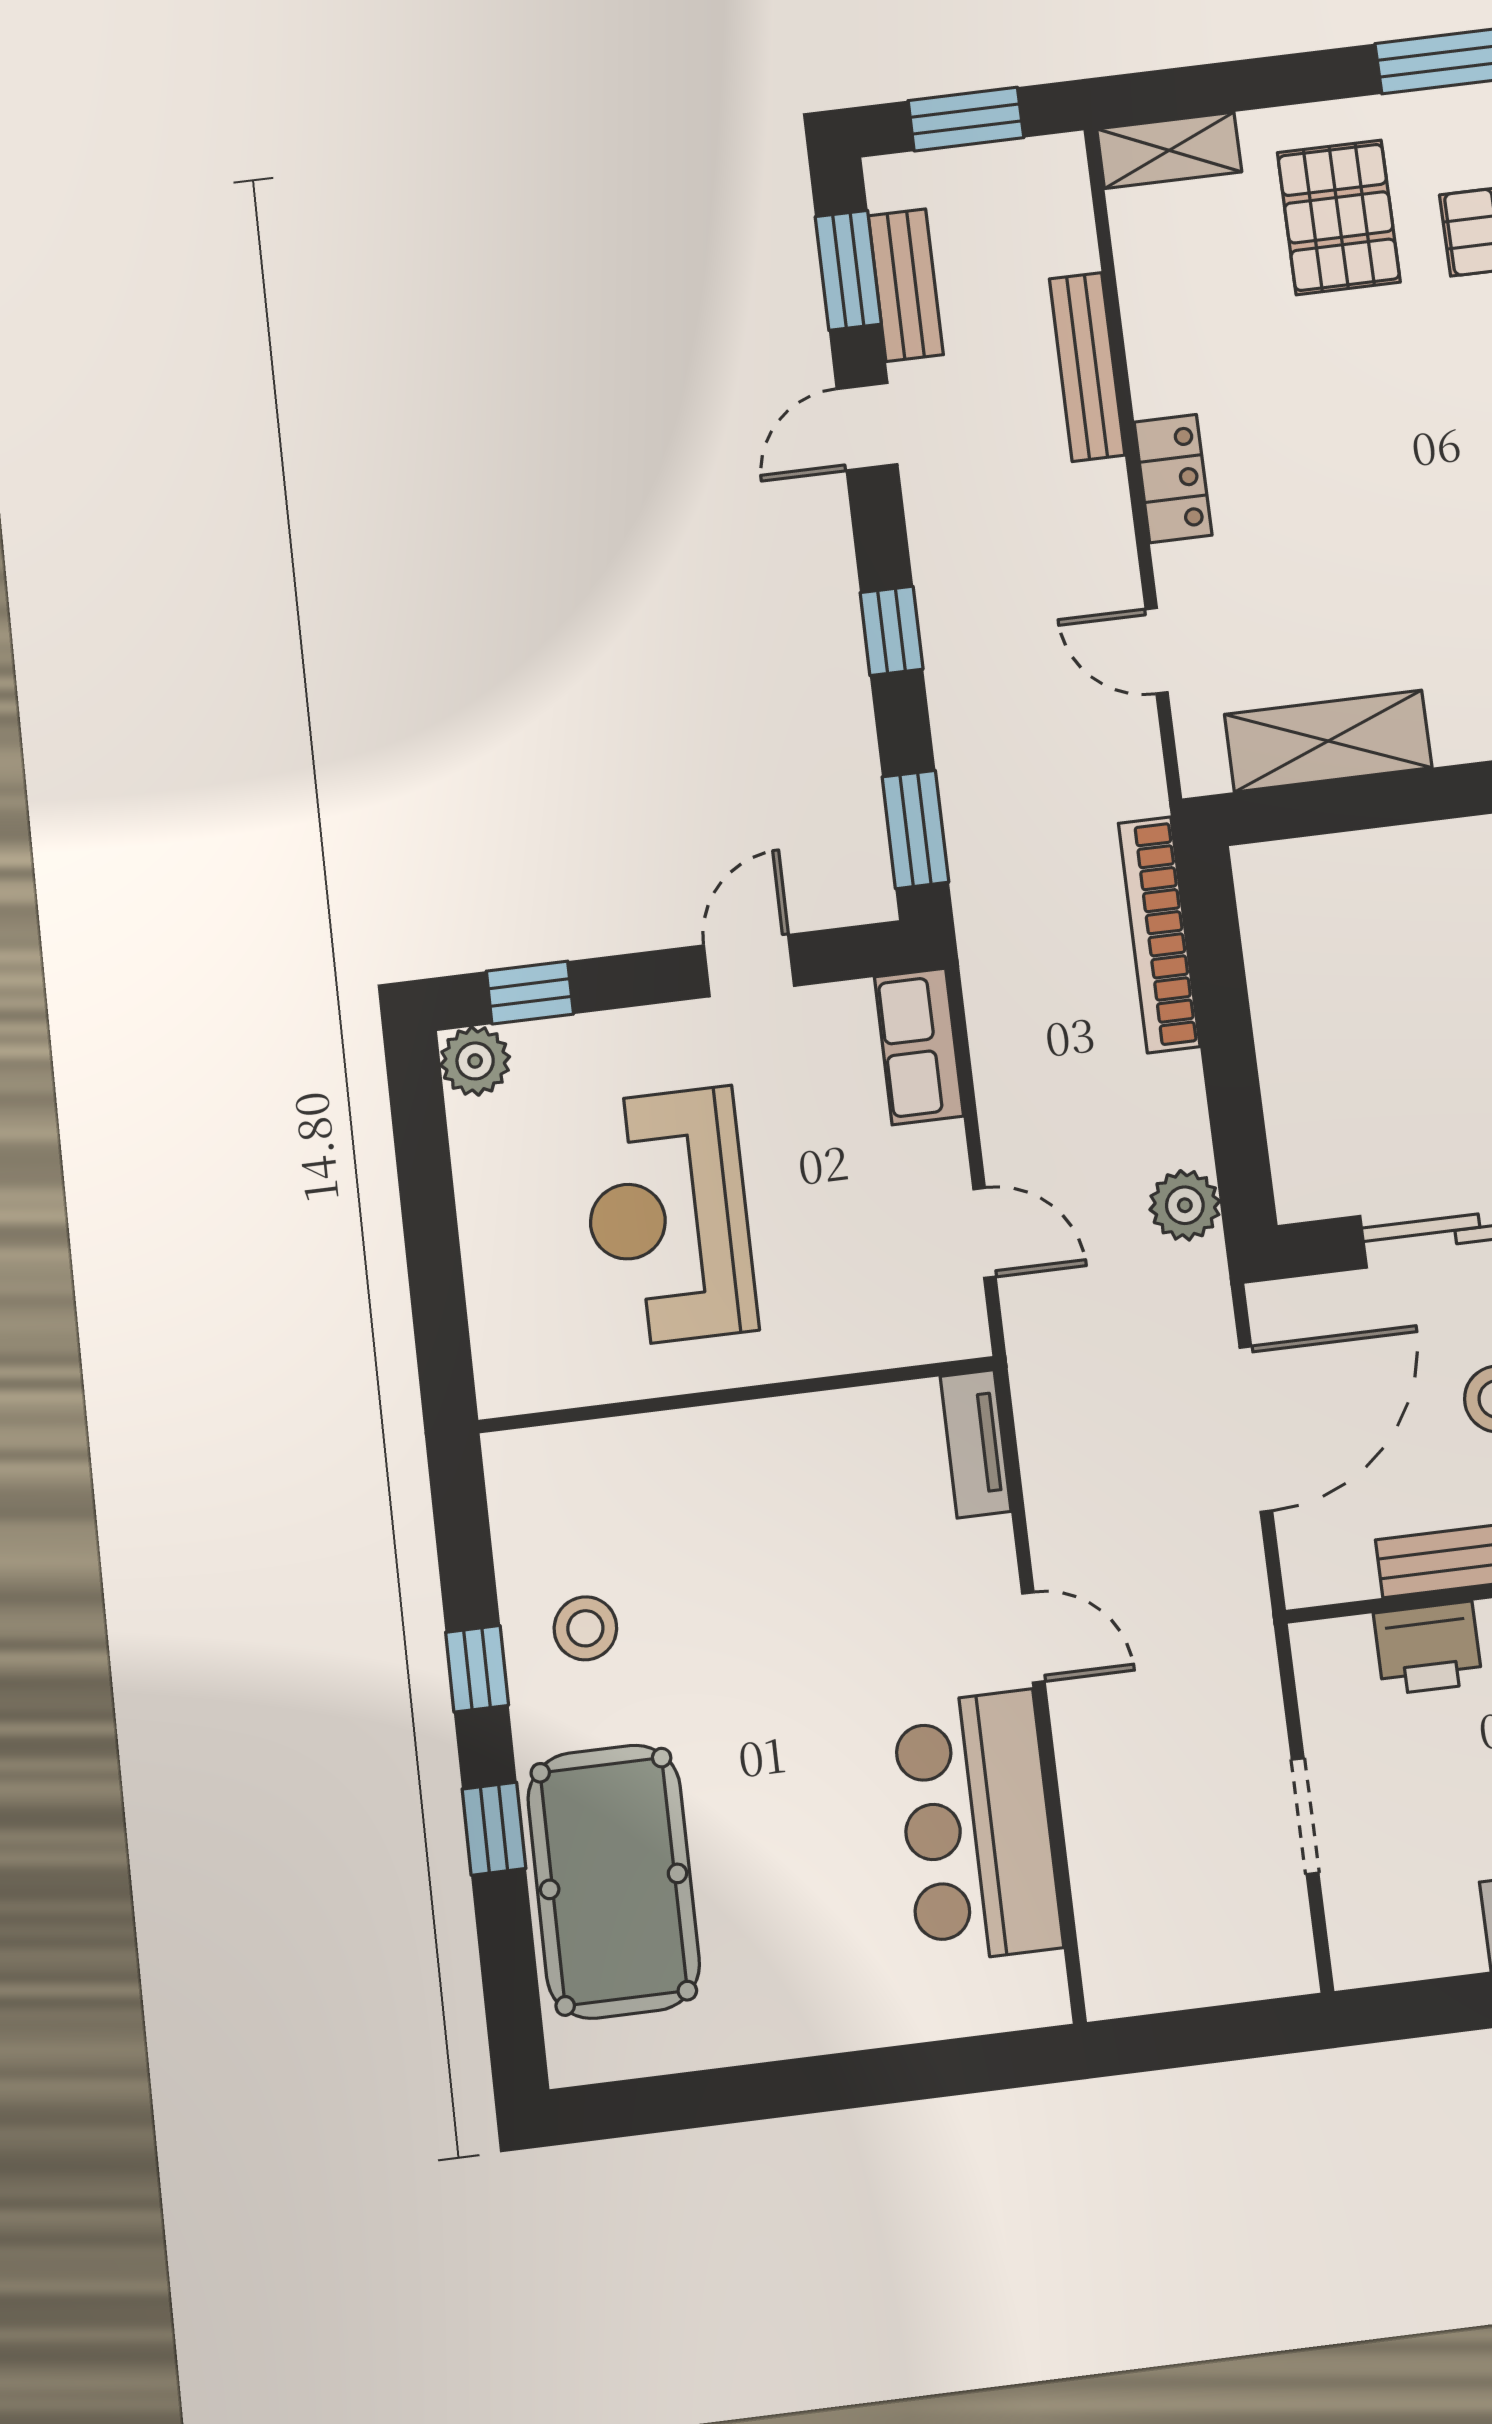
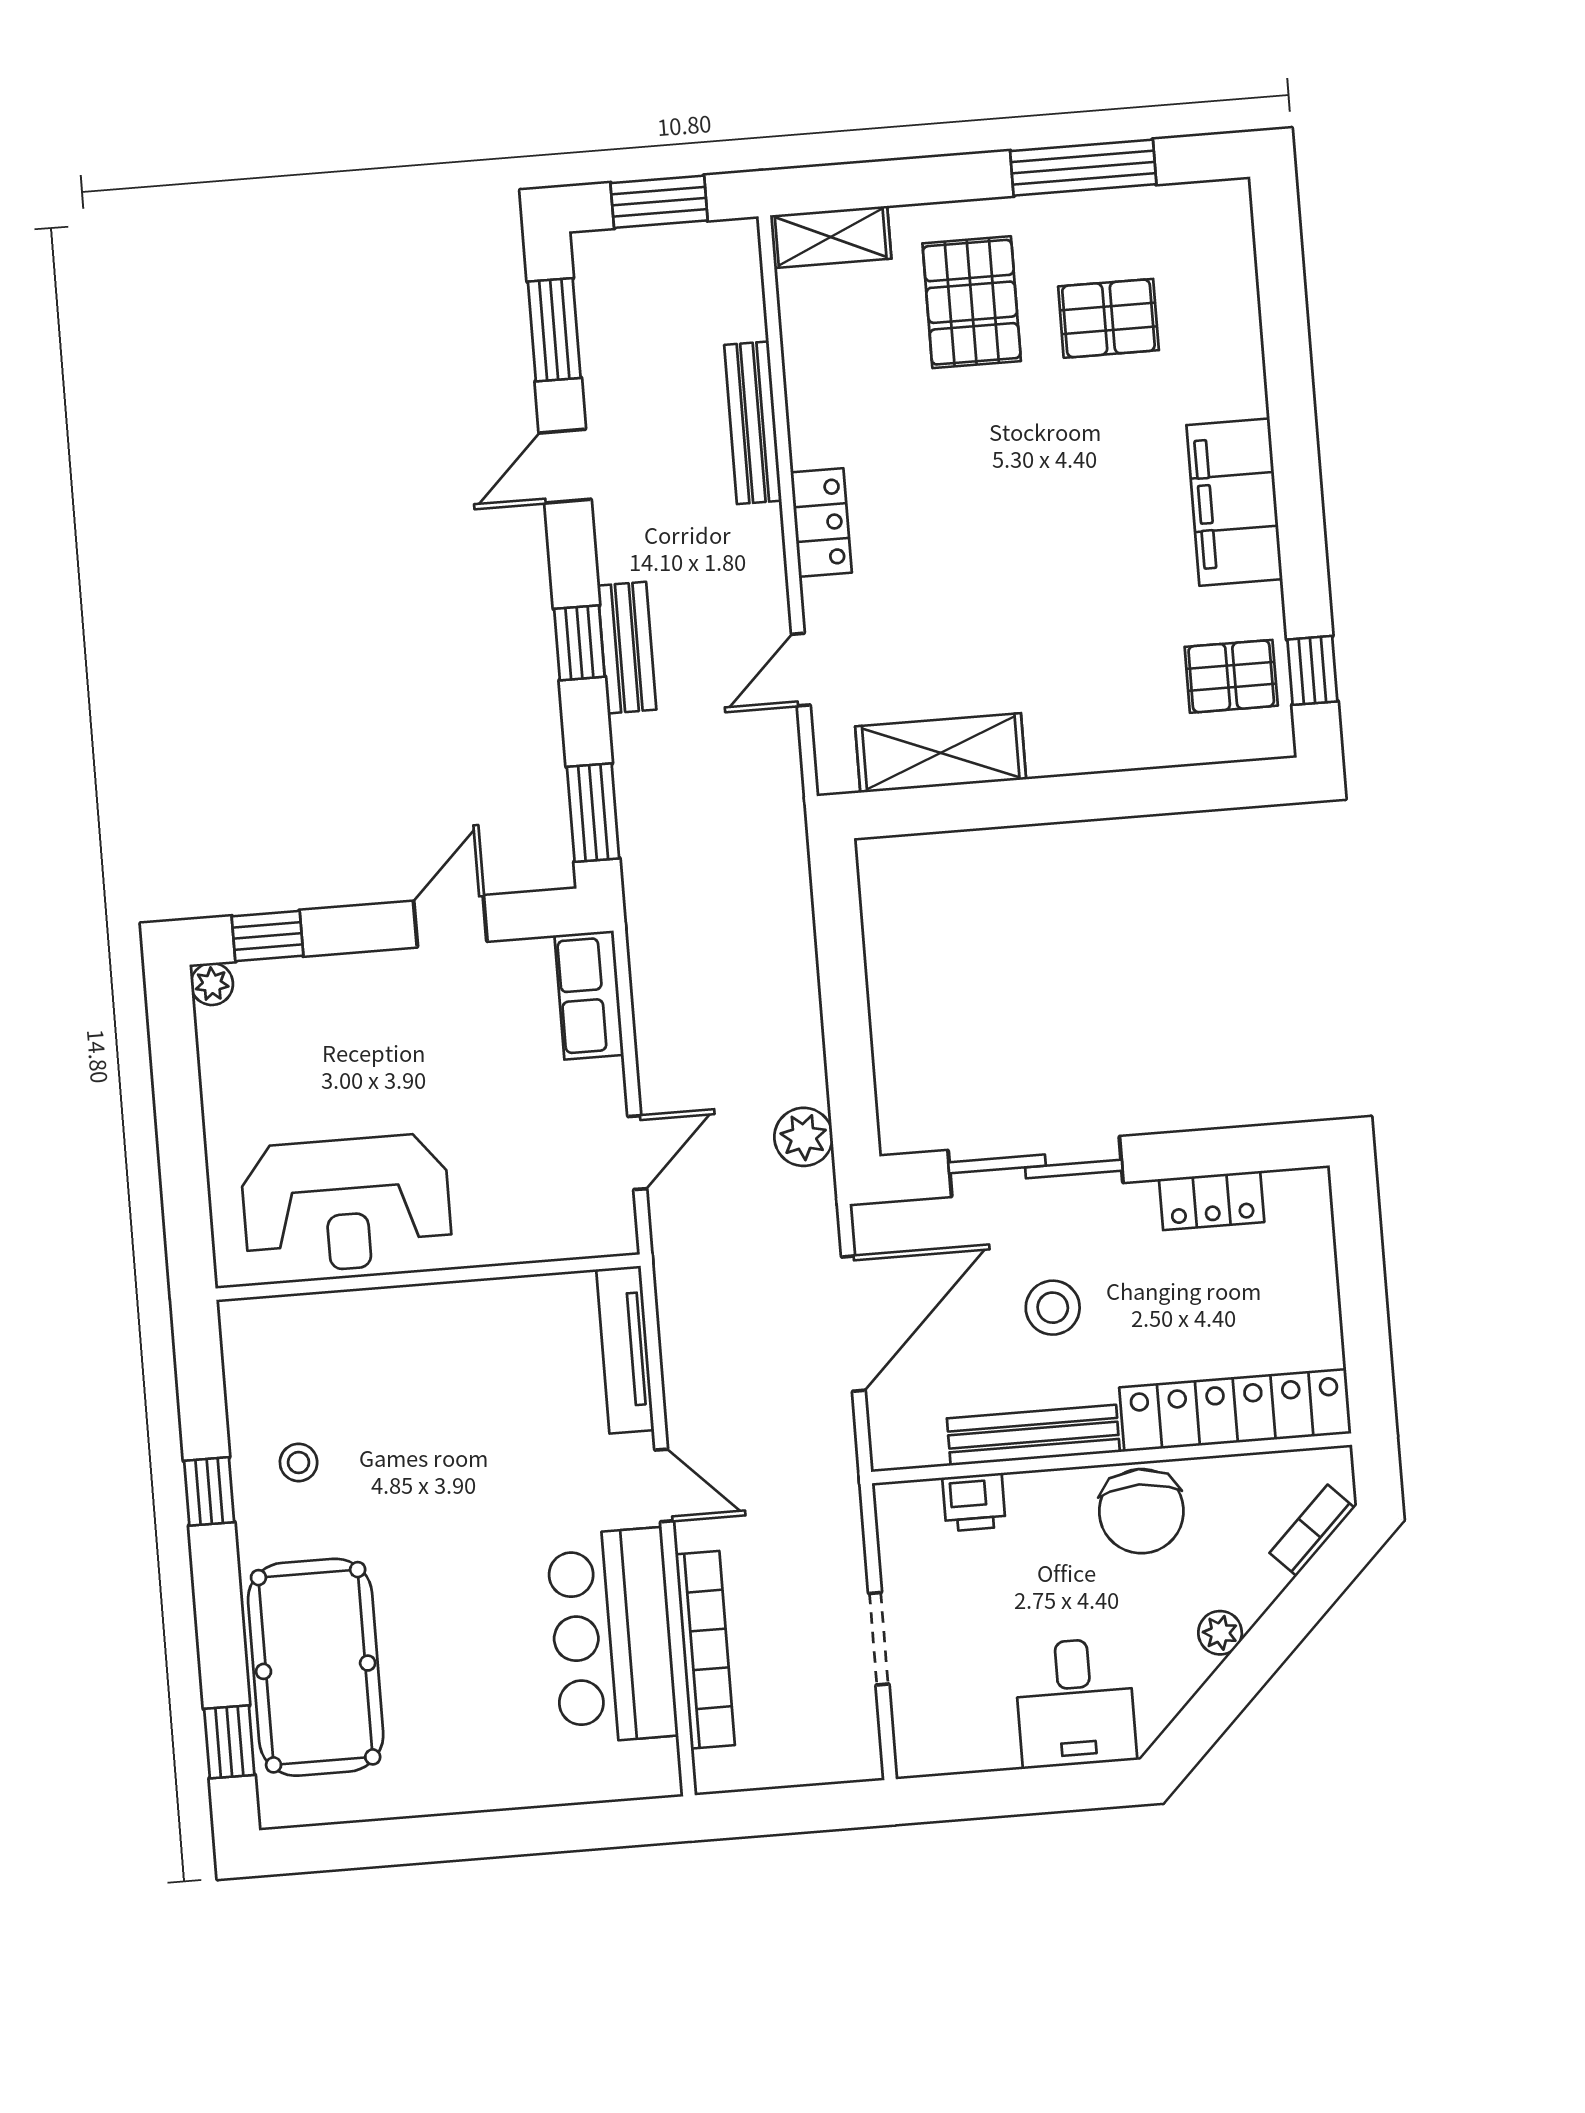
bench: (906, 285) -> (627, 648), moved
door: (1157, 651) -> (801, 670), hinge flipped
bookcase: (1159, 935) -> (705, 1650), moved, turned 180
plant: (475, 1061) -> (212, 984), width x0.73, depth x0.73
reception desk: (668, 1217) -> (346, 1204), moved, turned -90
door: (984, 1233) -> (637, 1153), hinge flipped
tv unit: (976, 1444) -> (625, 1350), width x1.41
stool: (585, 1628) -> (299, 1462), width x0.73, depth x0.73
printer: (1428, 1648) -> (974, 1502), width x0.73, depth x0.81
window: (494, 1829) -> (229, 1742), moved

